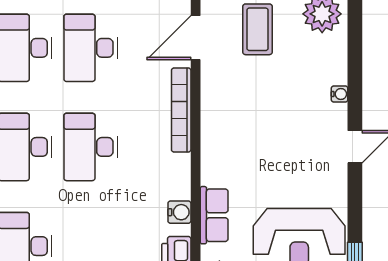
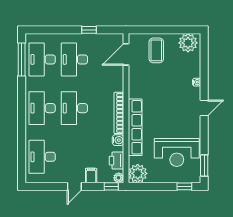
bookcase: (181, 110) -> (119, 113), moved
row of seats: (214, 215) -> (135, 127), width x2.02

